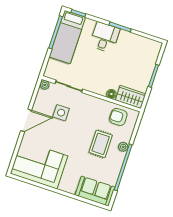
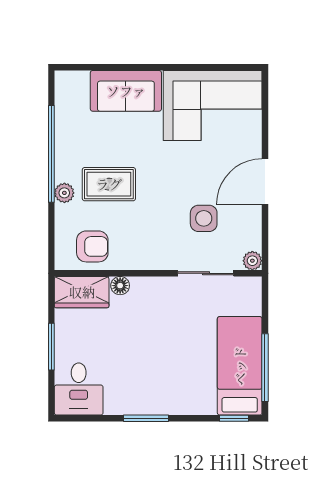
desk: (105, 37) -> (79, 389), moved
rug: (101, 144) -> (109, 184), turned 90
sofa: (95, 191) -> (126, 91), moved

